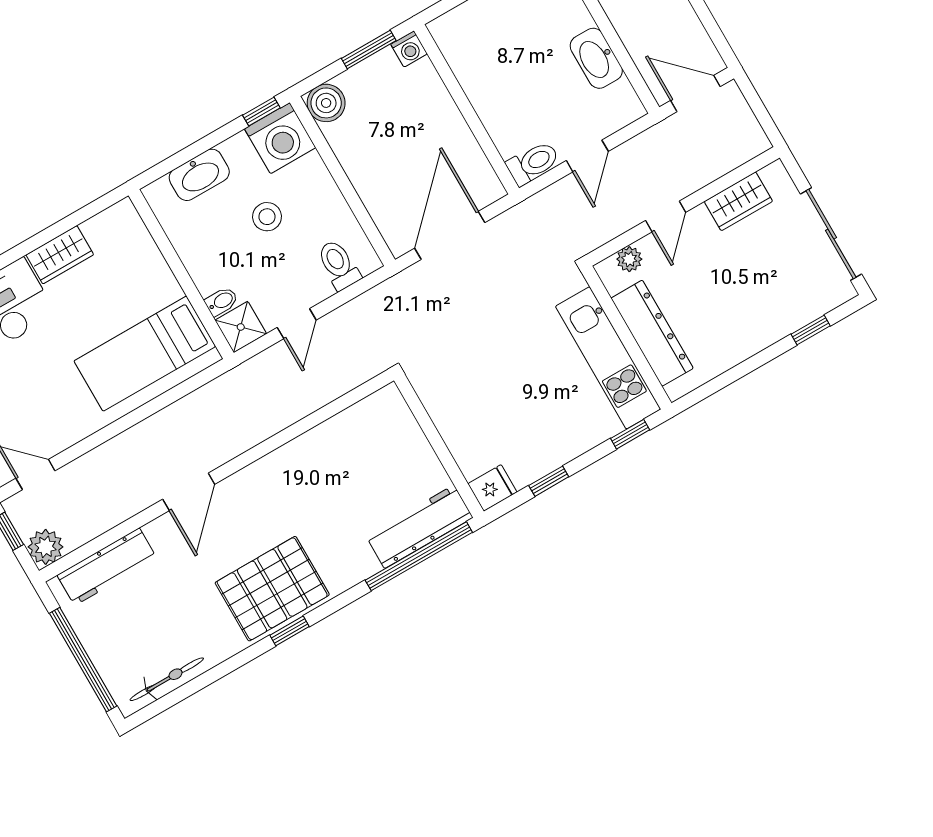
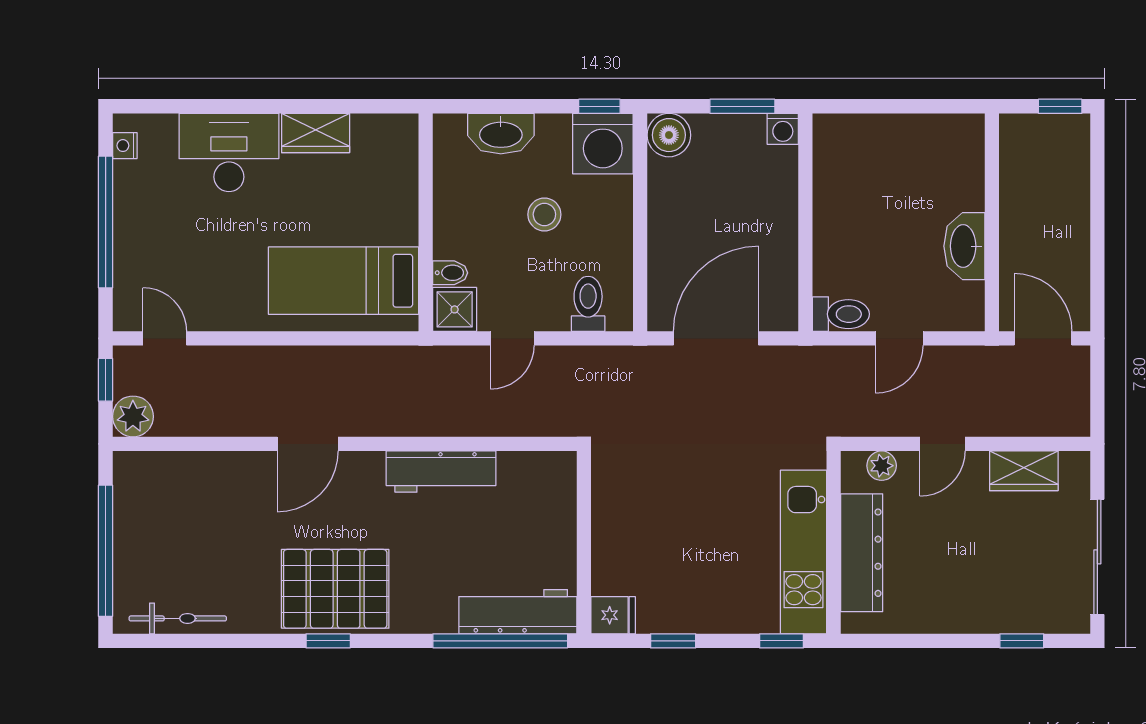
workbench: (107, 567) -> (441, 472), moved

